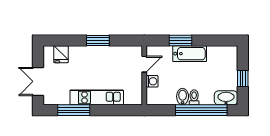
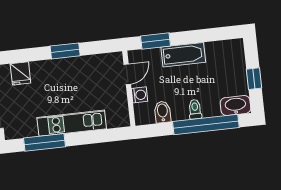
window: (180, 41) -> (155, 41), moved
bidet: (183, 97) -> (162, 112), moved

